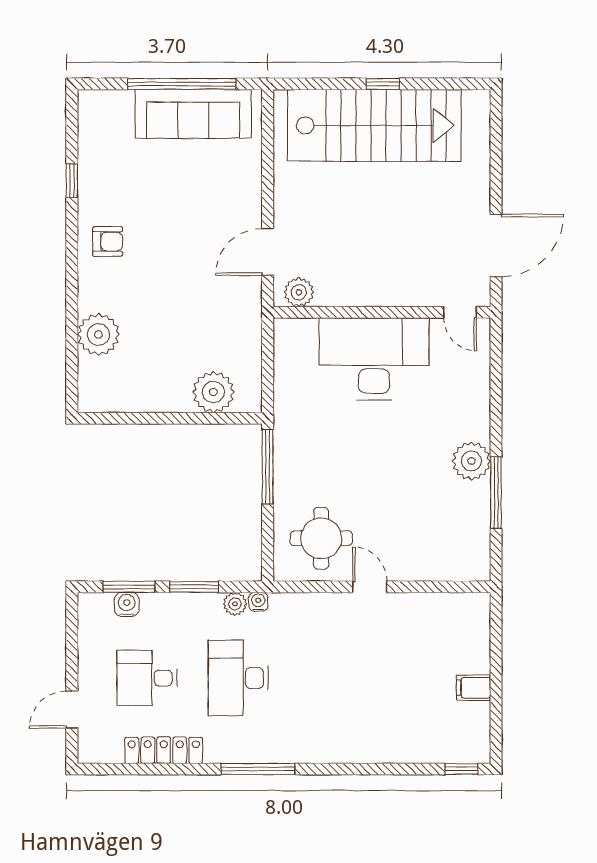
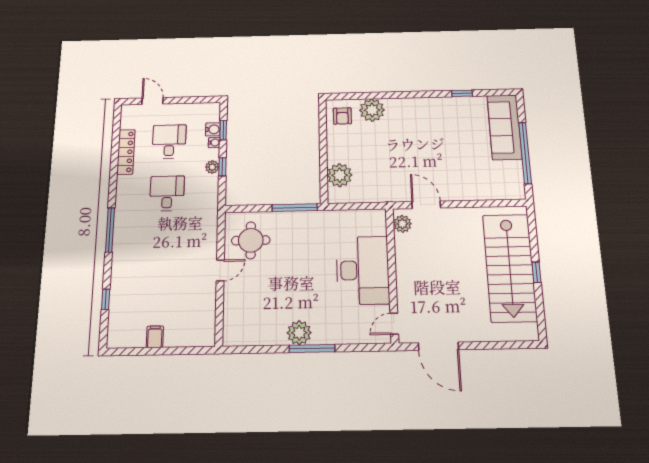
sofa: (193, 114) -> (505, 127), moved
armchair: (108, 242) -> (342, 116), moved
window: (496, 492) -> (312, 348), moved
window: (129, 587) -> (223, 130), width x0.67
window: (194, 587) -> (222, 167), width x0.67
water cooler: (258, 602) -> (214, 143), moved
plant: (235, 604) -> (212, 167), moved
desk: (238, 678) -> (167, 193), width x0.73
window: (258, 769) -> (110, 230), moved
window: (461, 769) -> (106, 299), moved

